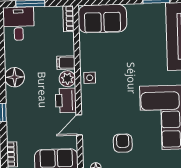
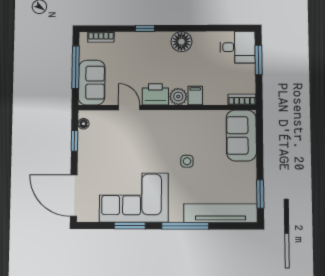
side table: (90, 78) -> (187, 161), moved
armchair: (123, 143) -> (108, 153), removed

